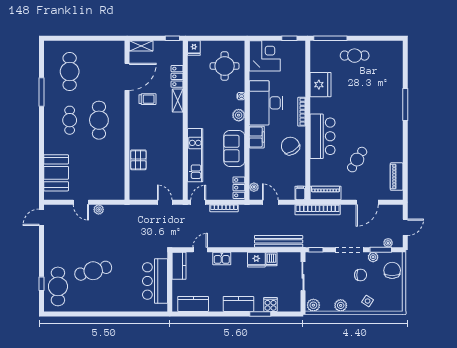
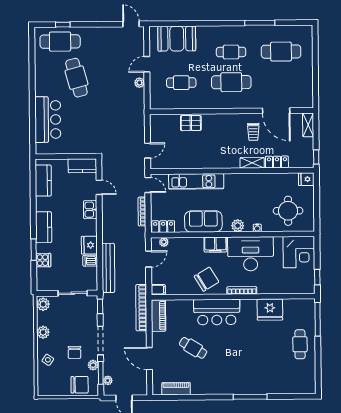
cafe table: (99, 169) -> (181, 83), added
bar counter: (155, 281) -> (48, 120), moved, turned 90

